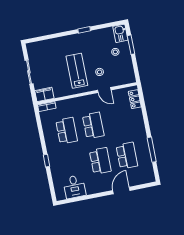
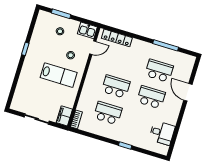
kitchen sink: (120, 33) -> (87, 30), moved
lab bench: (77, 71) -> (59, 75), turned 180
door: (104, 90) -> (93, 48), moved
locker: (135, 99) -> (117, 38), width x1.53

